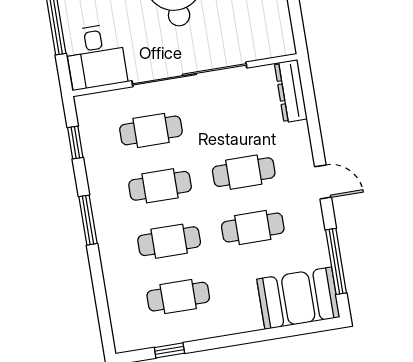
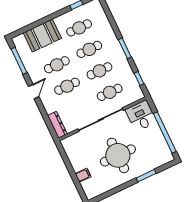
door: (323, 182) -> (34, 92), swing flipped
booth: (298, 298) -> (42, 35), moved

